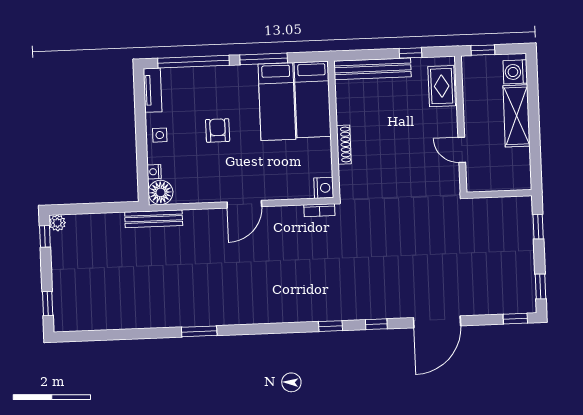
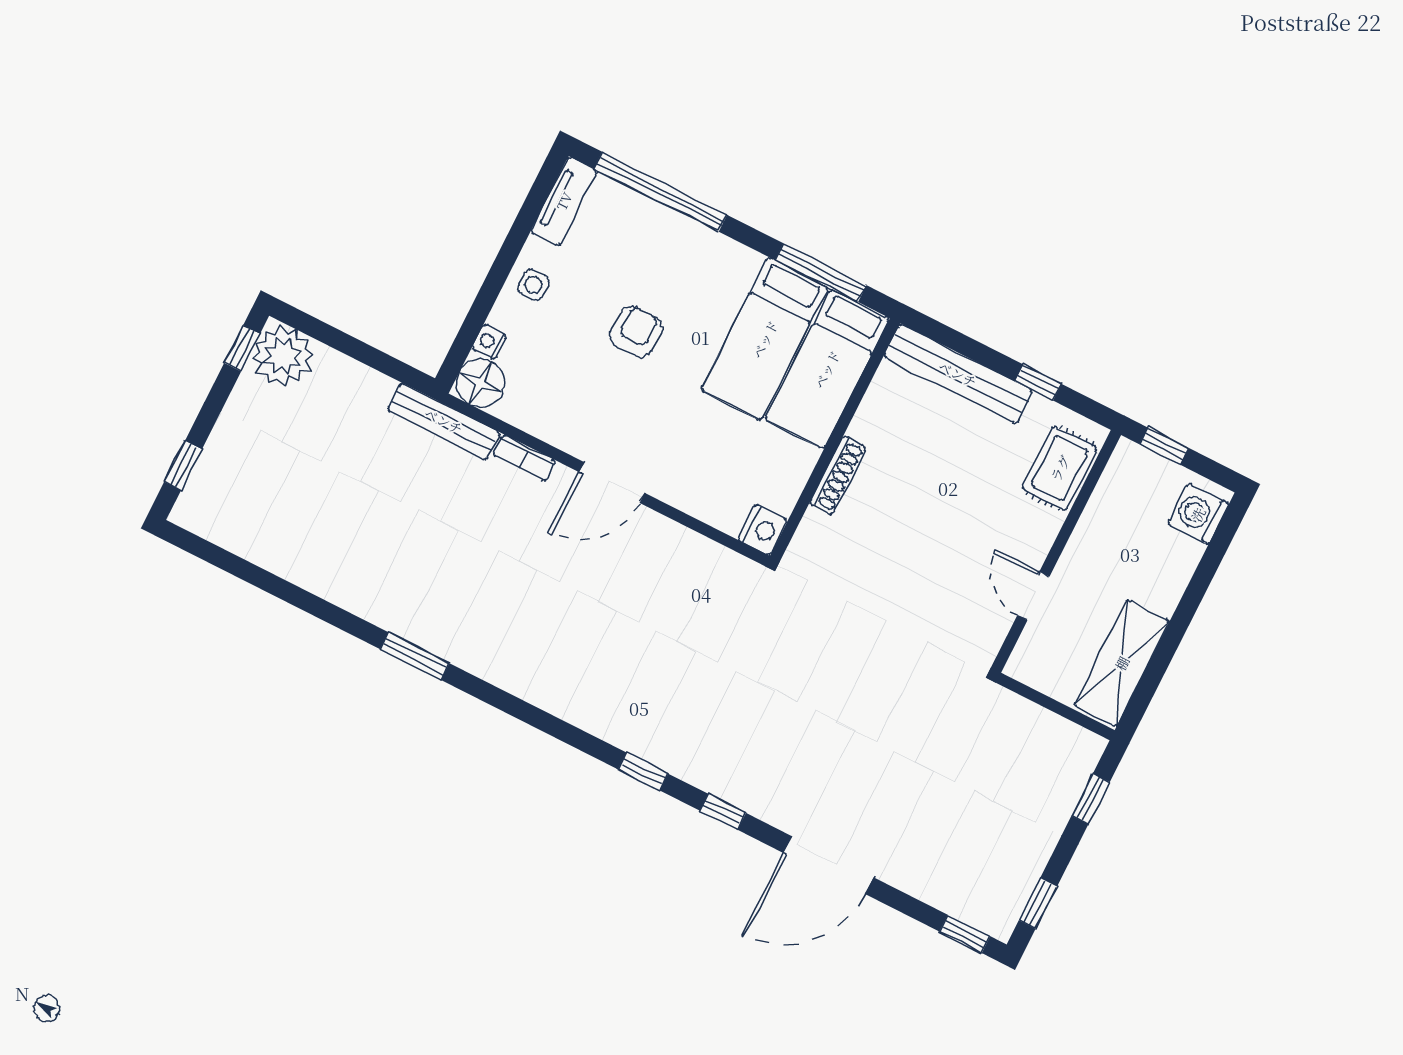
window: (264, 59) -> (821, 273), moved
shelving: (517, 116) -> (1122, 663), moved
bookcase: (319, 210) -> (525, 458), moved
plant: (57, 223) -> (282, 356), width x1.88, depth x1.88

